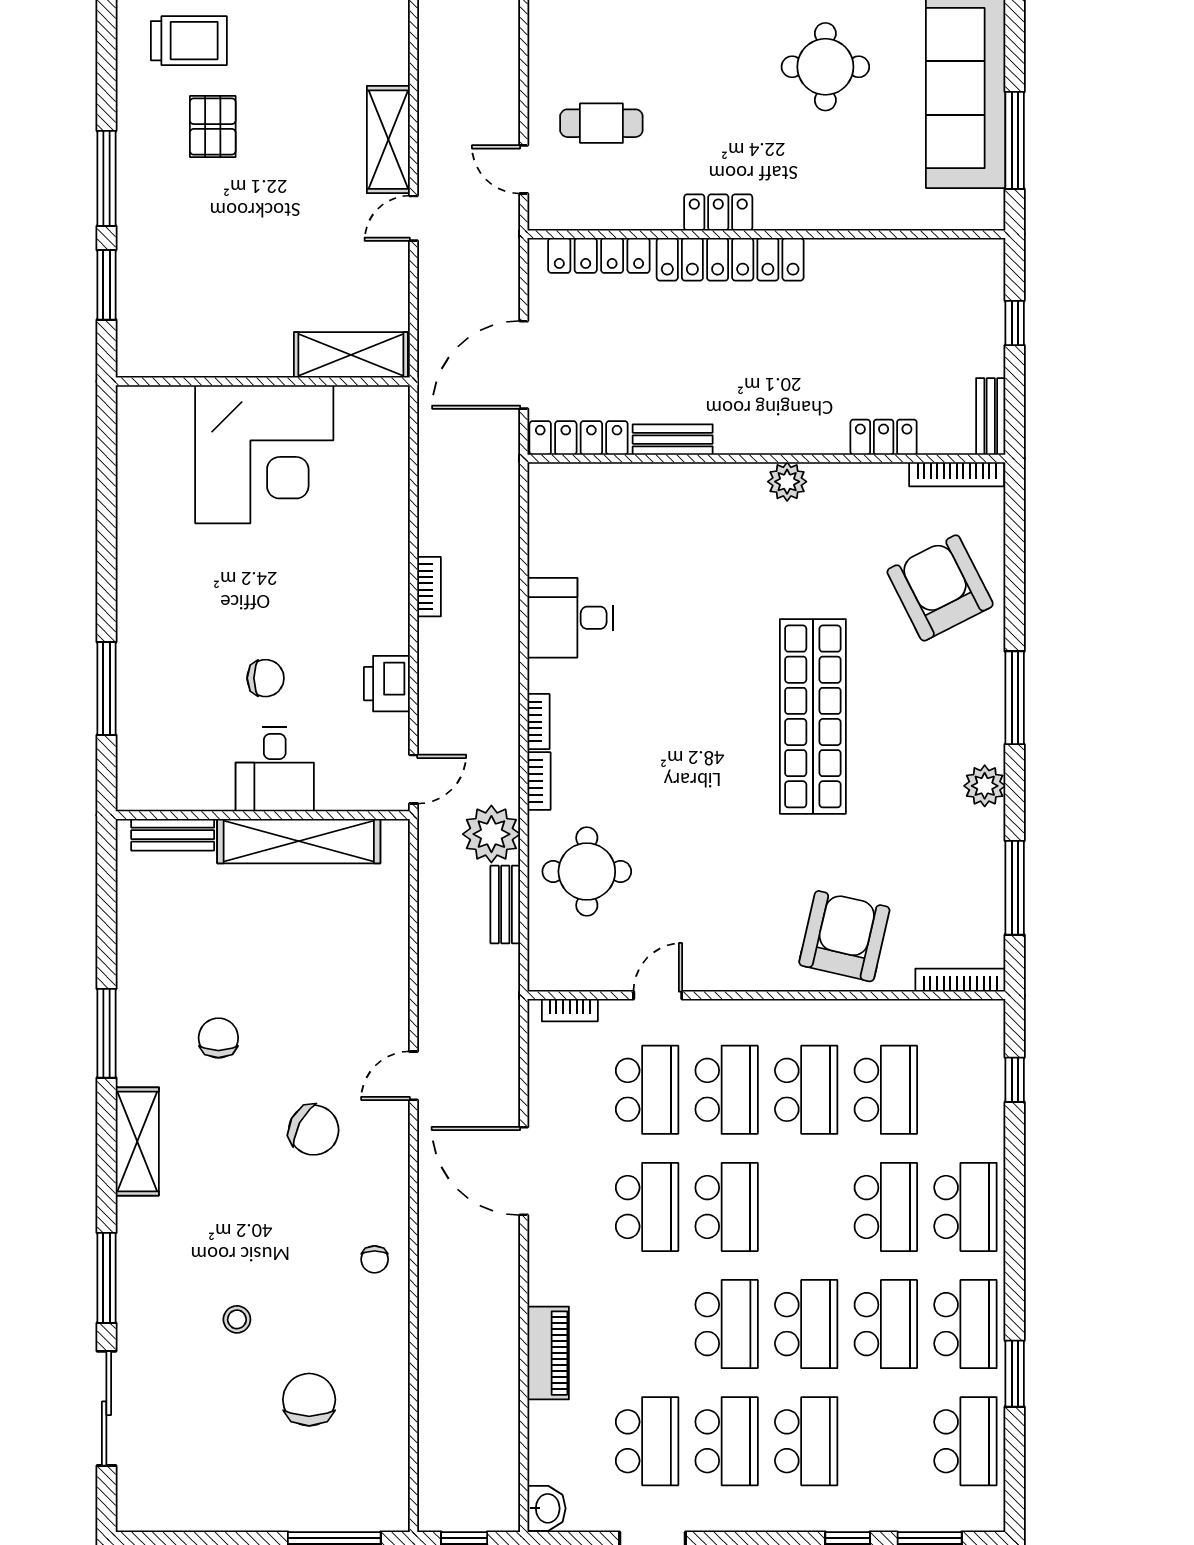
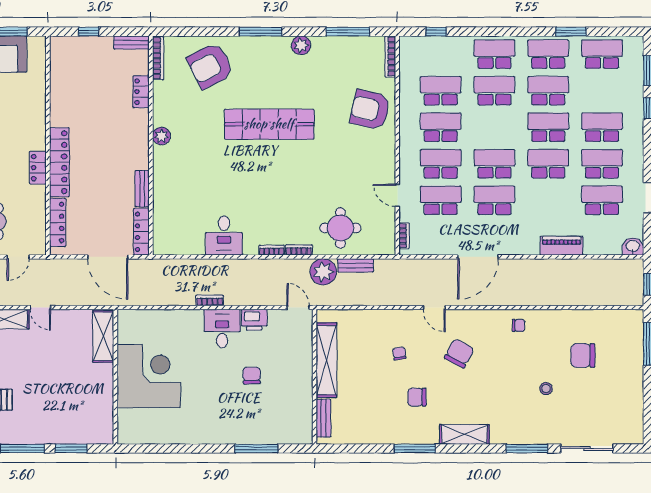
desk: (275, 769) -> (222, 329), moved, turned -90
chair: (314, 1000) -> (399, 353), added

